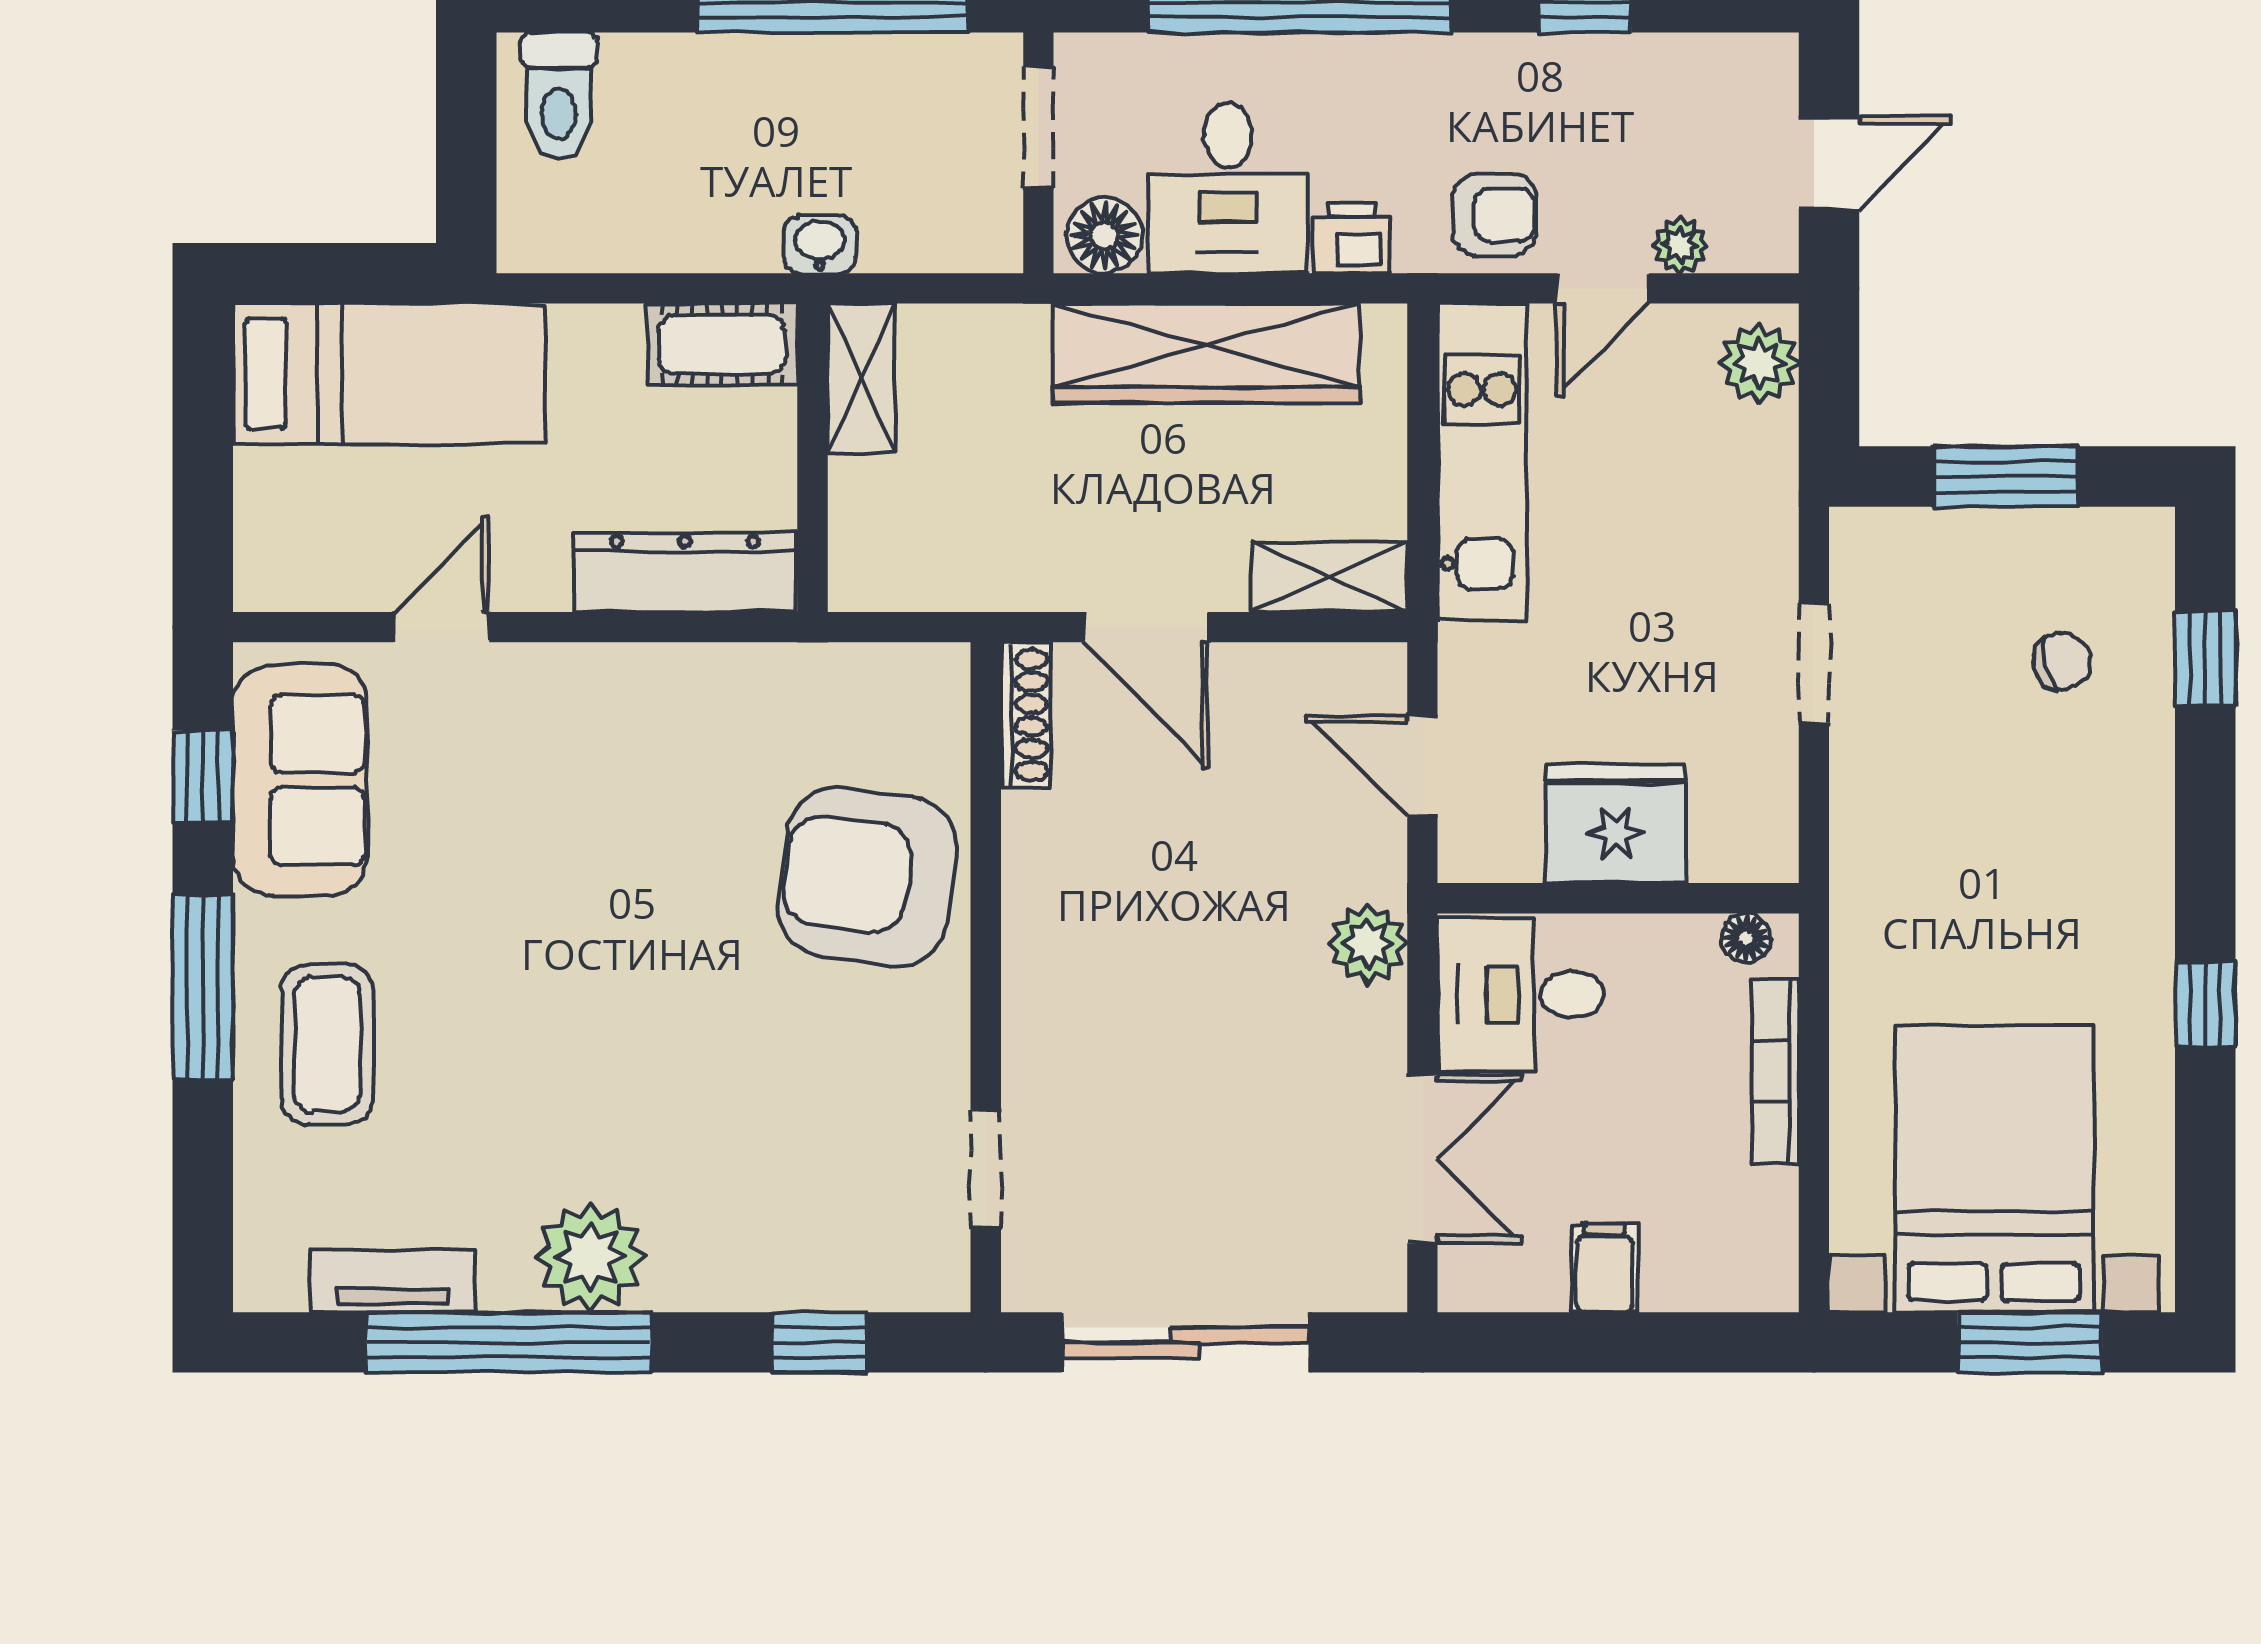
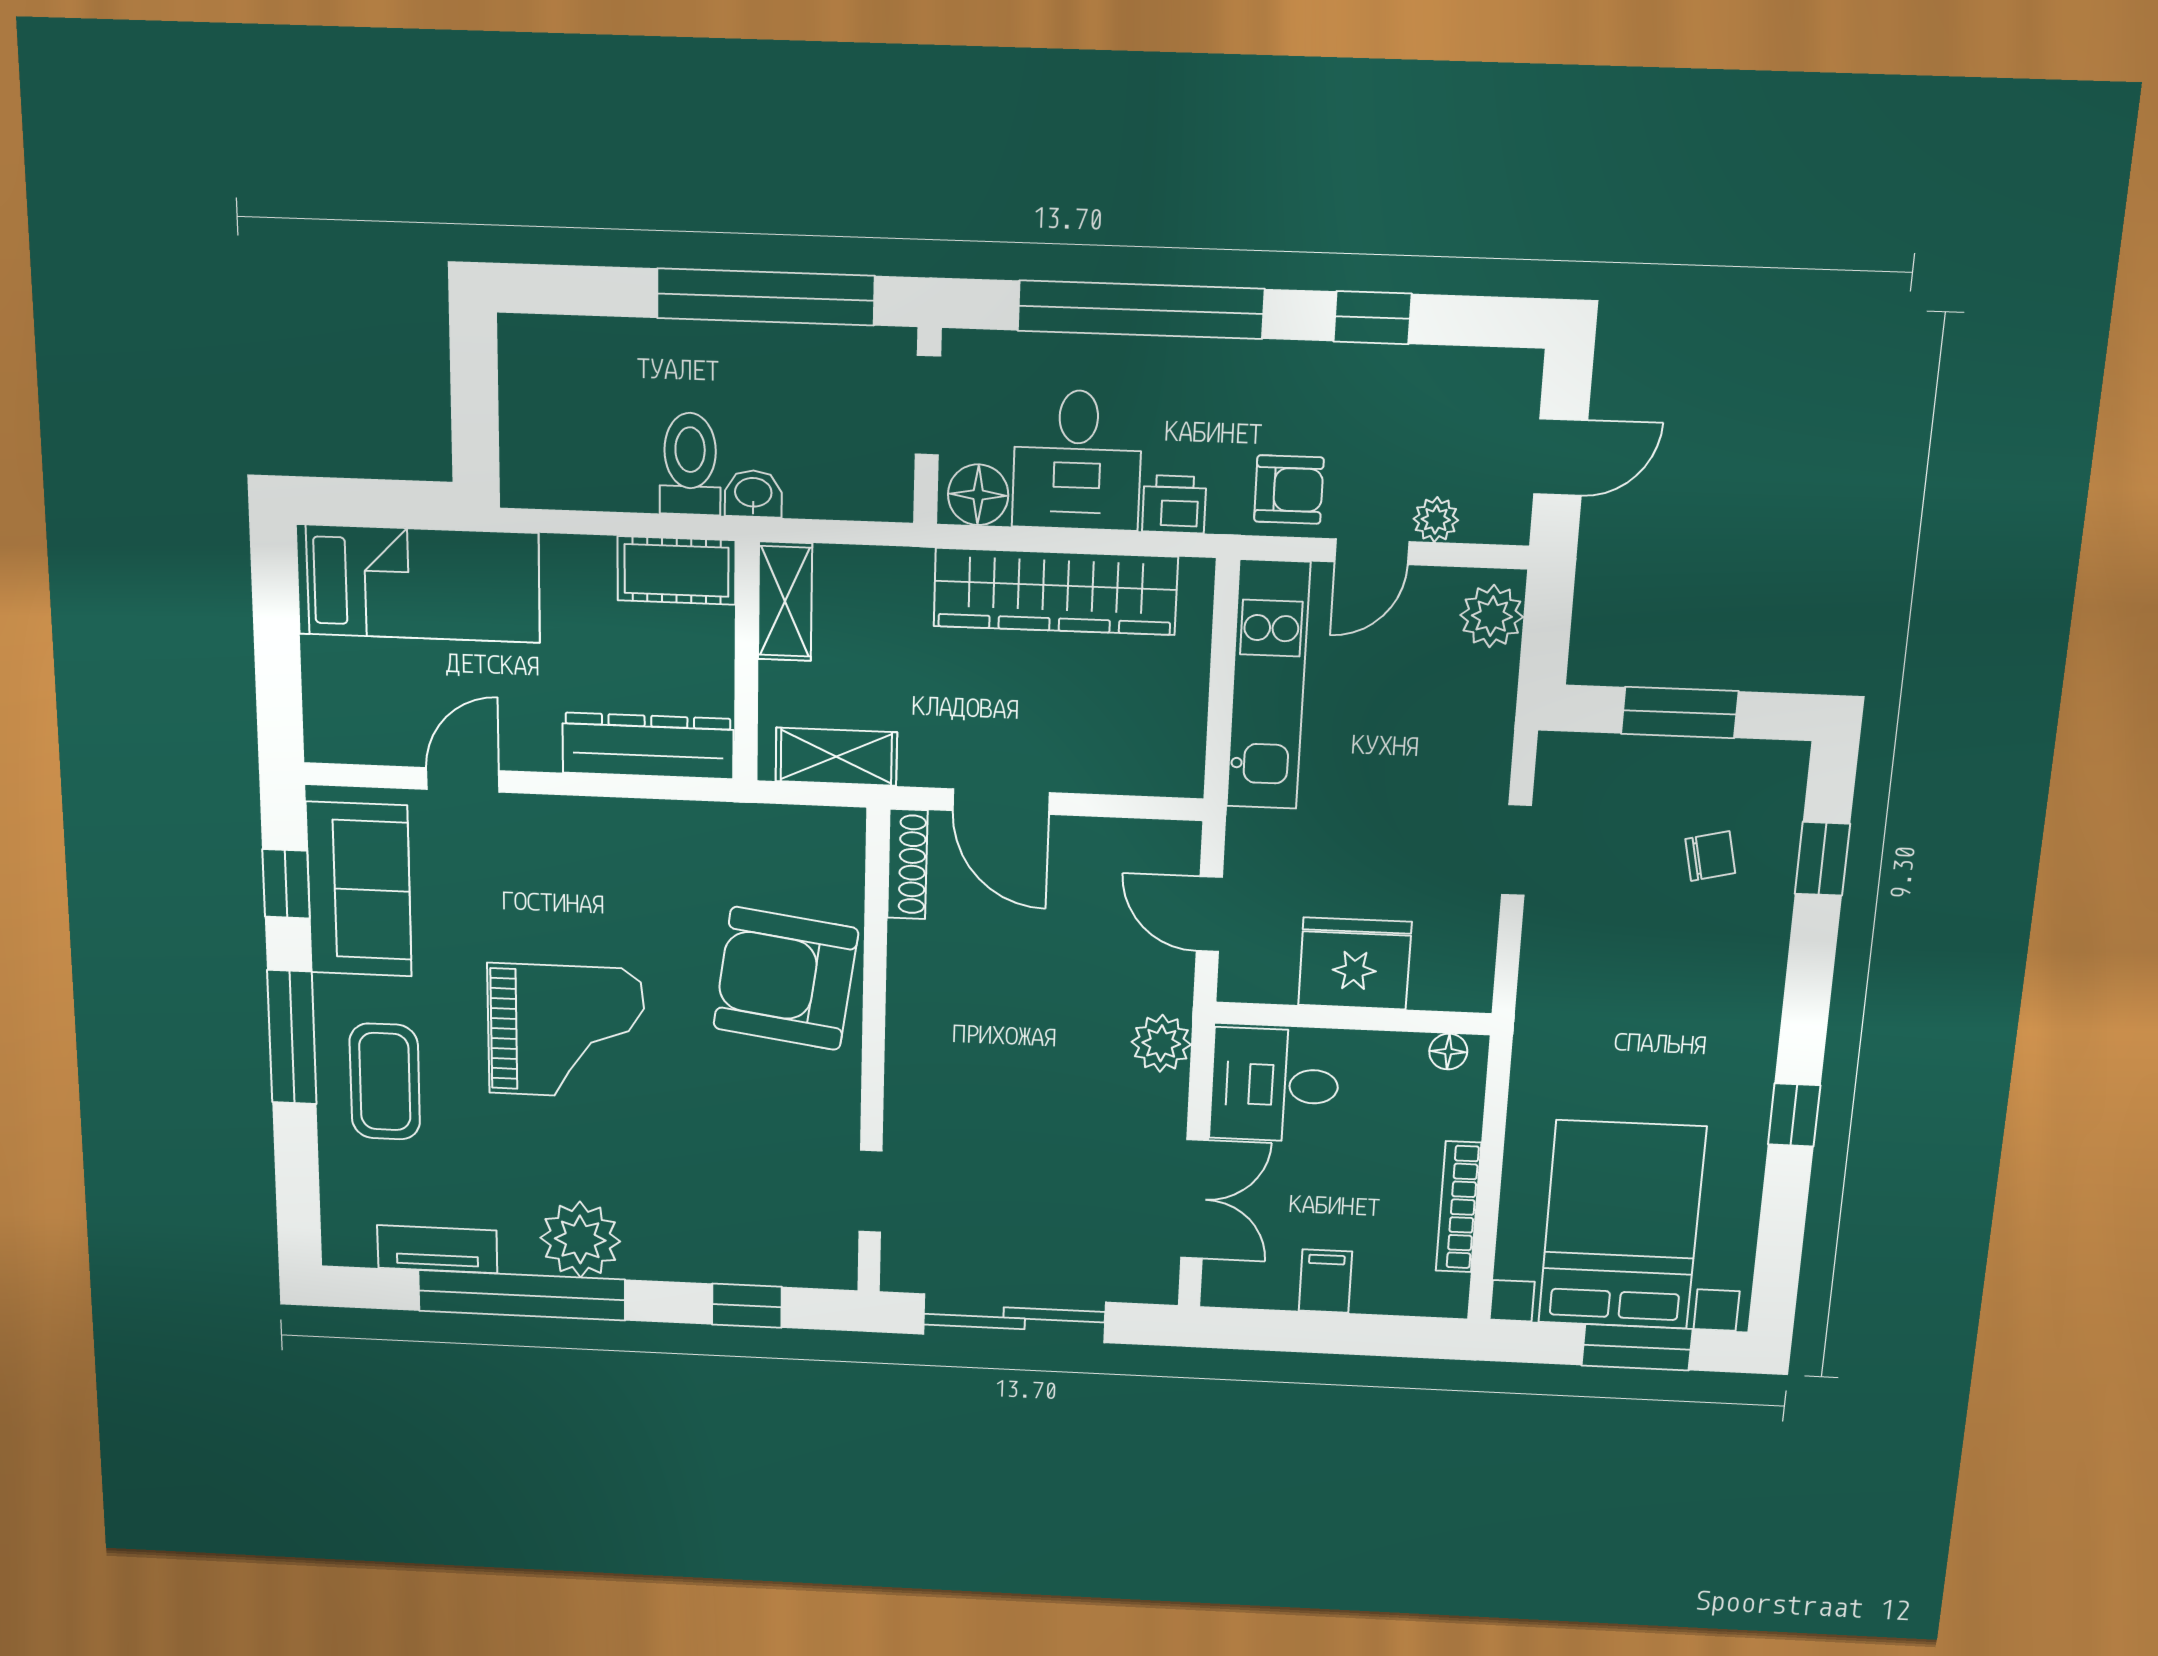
toilet: (559, 96) -> (690, 464), moved, turned 180
shelving: (1329, 577) -> (836, 757), moved
grand piano: (574, 963) -> (566, 1031), added
bookcase: (1775, 1071) -> (1458, 1207), moved

